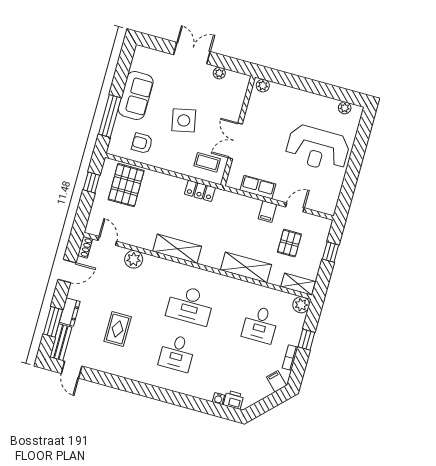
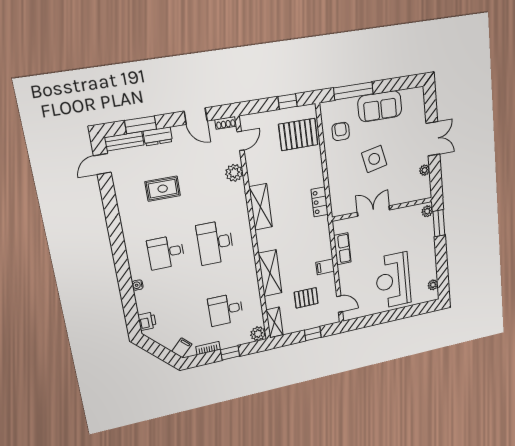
window: (281, 78) -> (439, 223), added
coffee table: (207, 162) -> (346, 196), removed
door: (295, 207) -> (340, 304), moved
water cooler: (218, 399) -> (137, 285), moved

